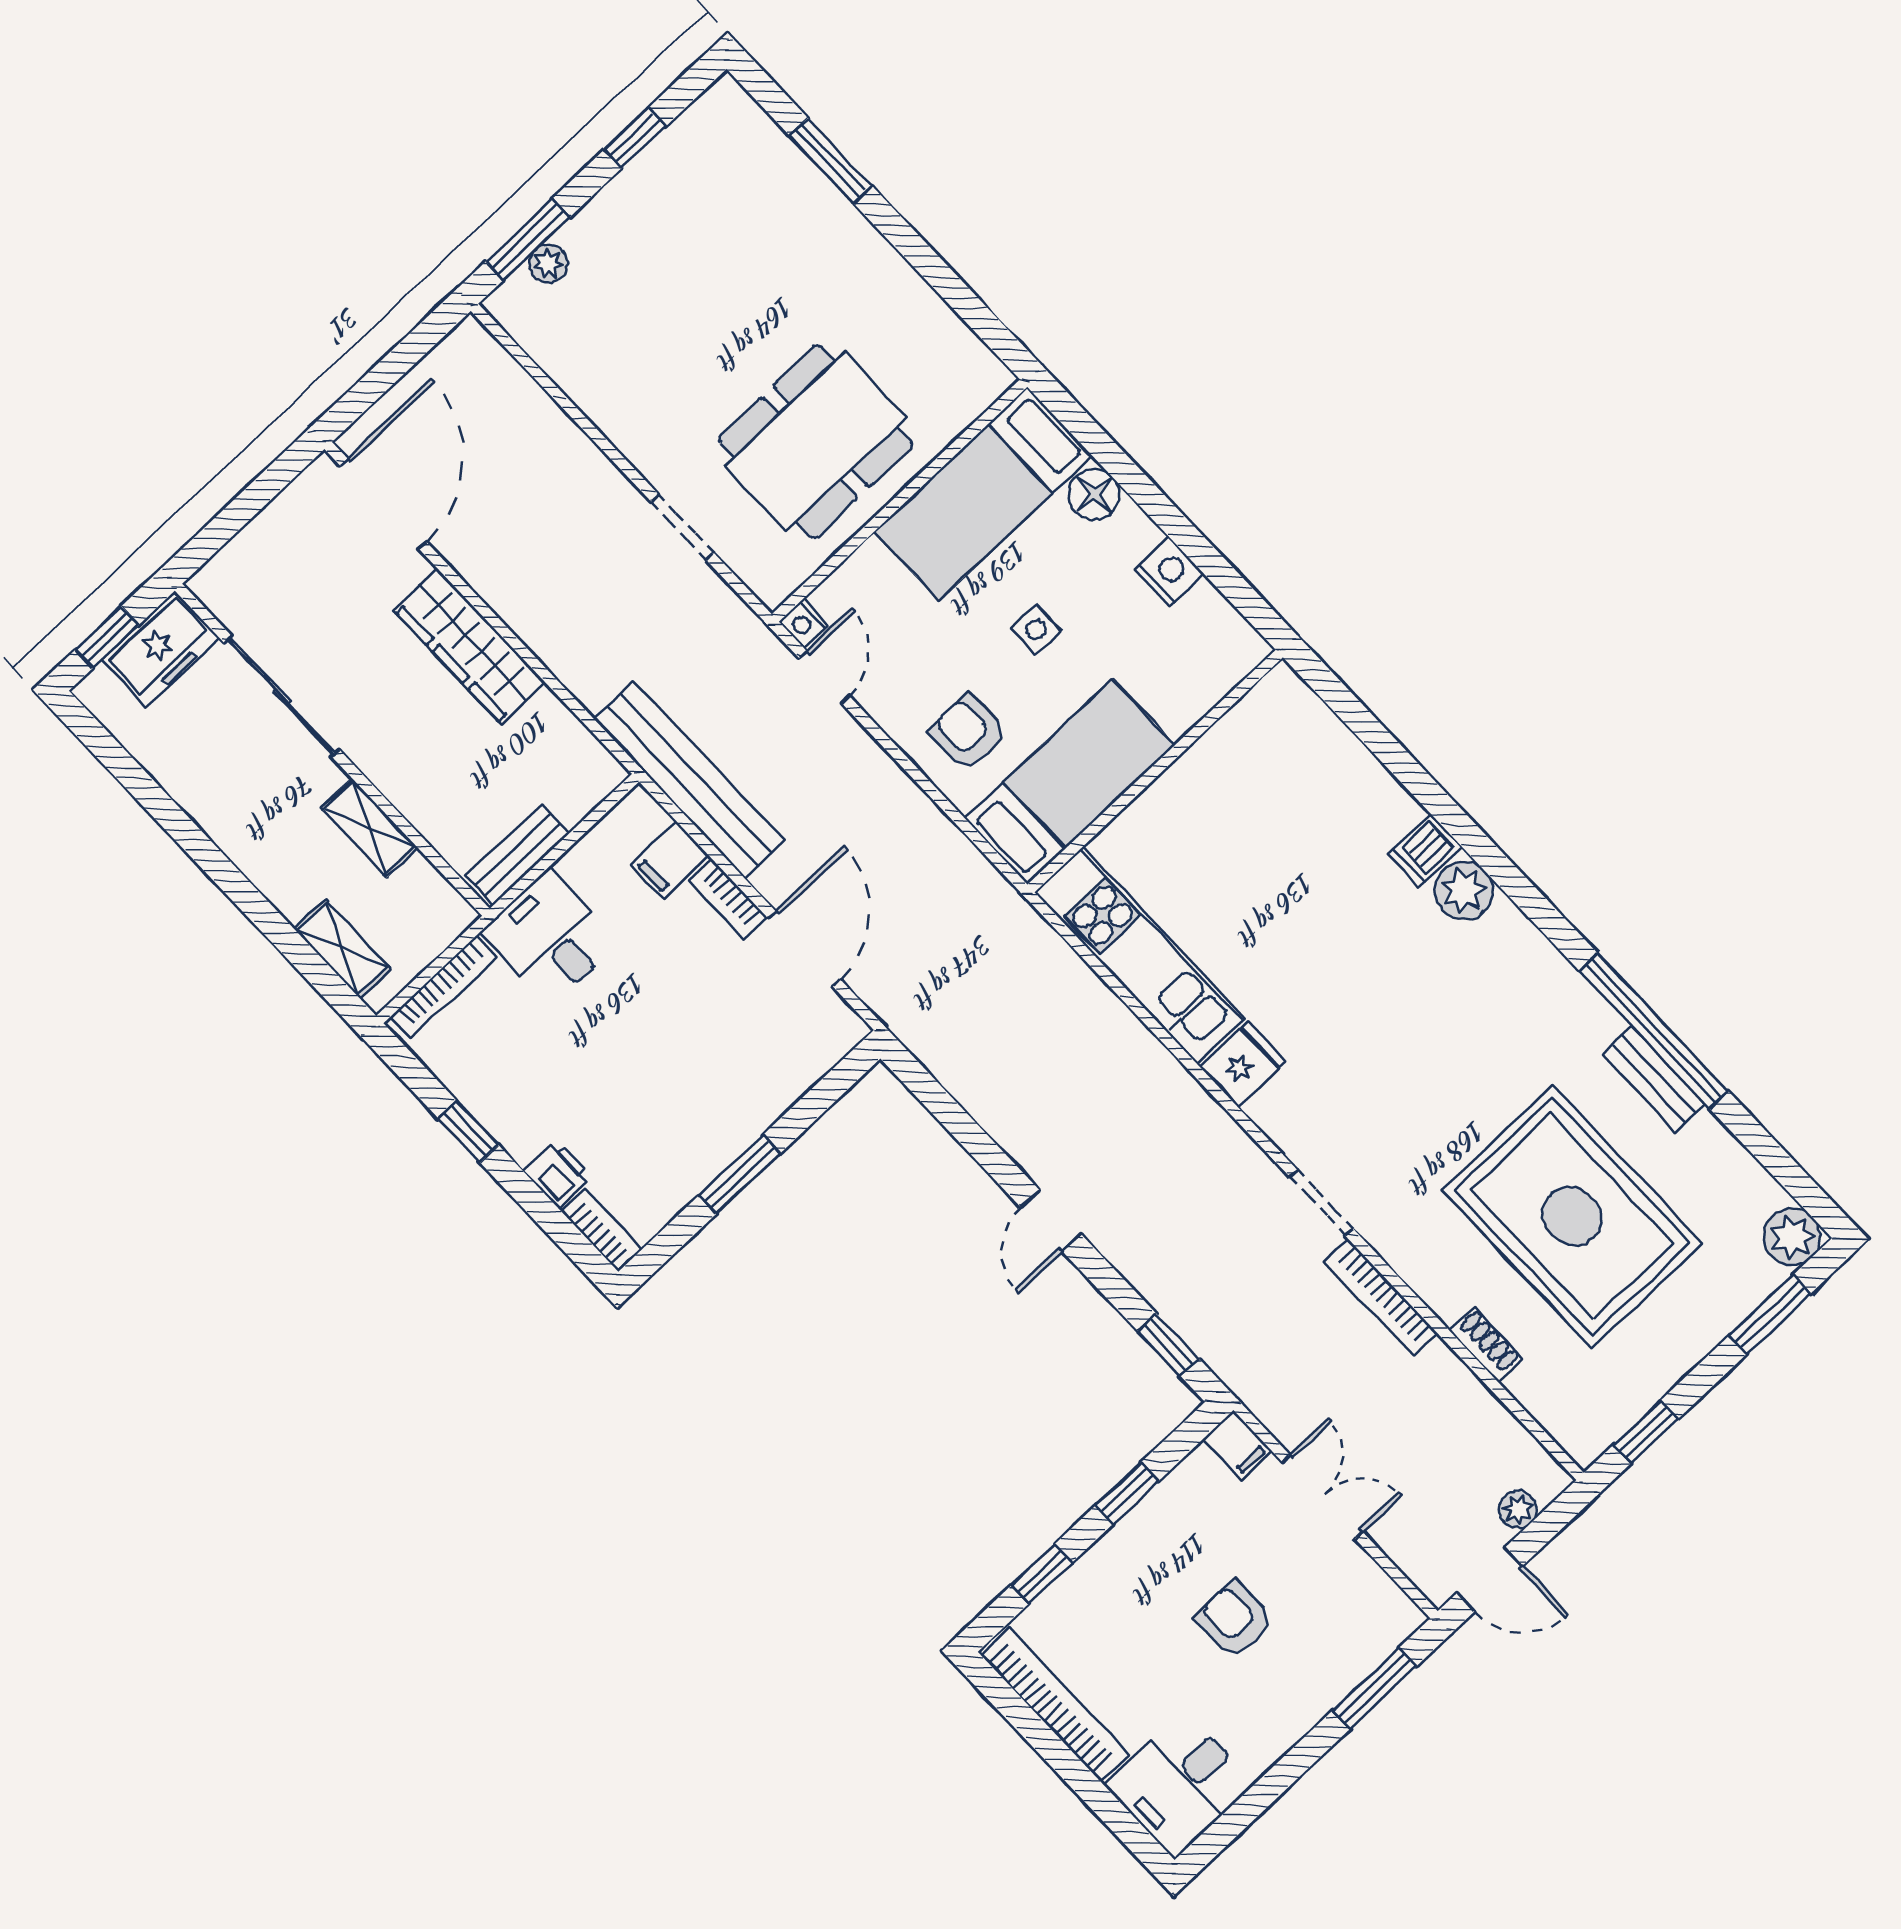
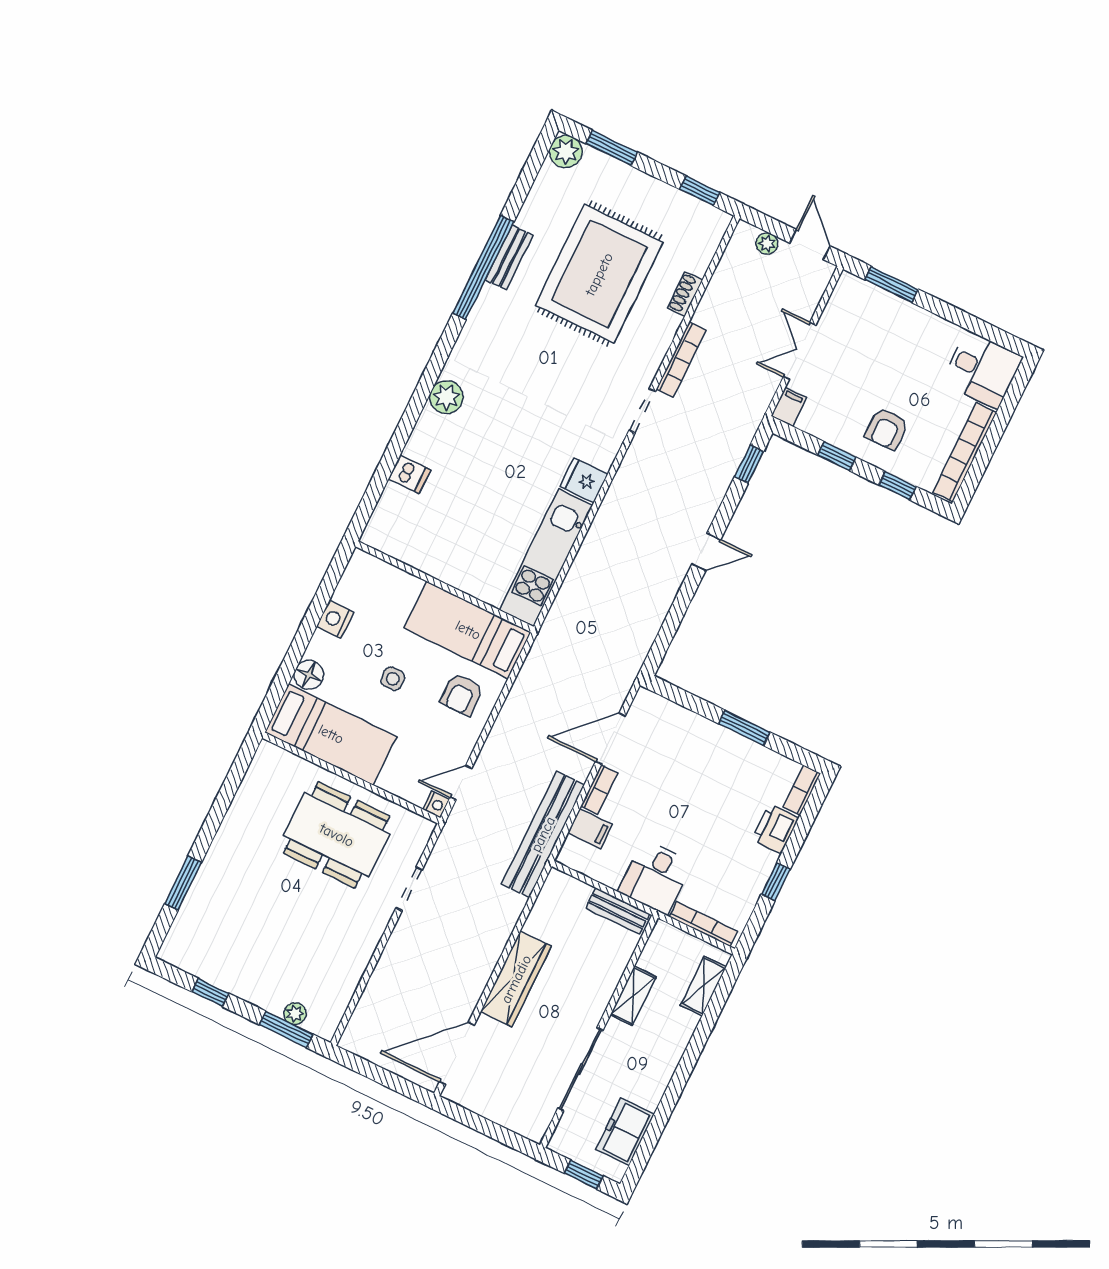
freezer: (161, 649) -> (625, 1132), moved, turned -90
dishwasher: (1425, 850) -> (409, 474), moved
printer: (558, 1174) -> (775, 829), width x1.36, depth x1.24
armchair: (1234, 1619) -> (887, 429), moved

